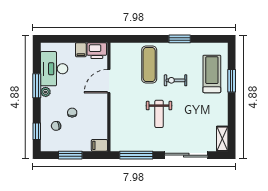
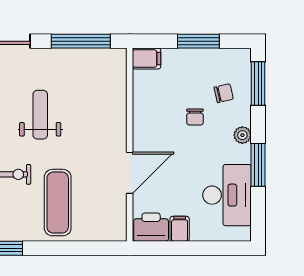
plant: (46, 92) -> (242, 135), moved
window: (37, 131) -> (258, 84), width x1.50

